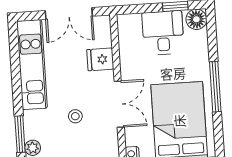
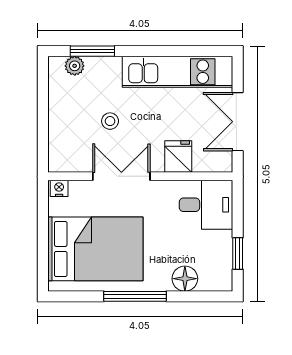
floor lamp: (196, 19) -> (185, 279), moved
desk: (163, 33) -> (206, 205), moved
double door: (119, 104) -> (121, 176), swing flipped

